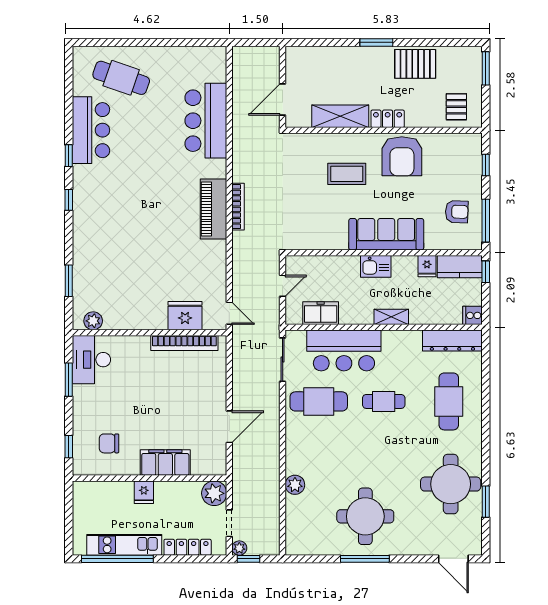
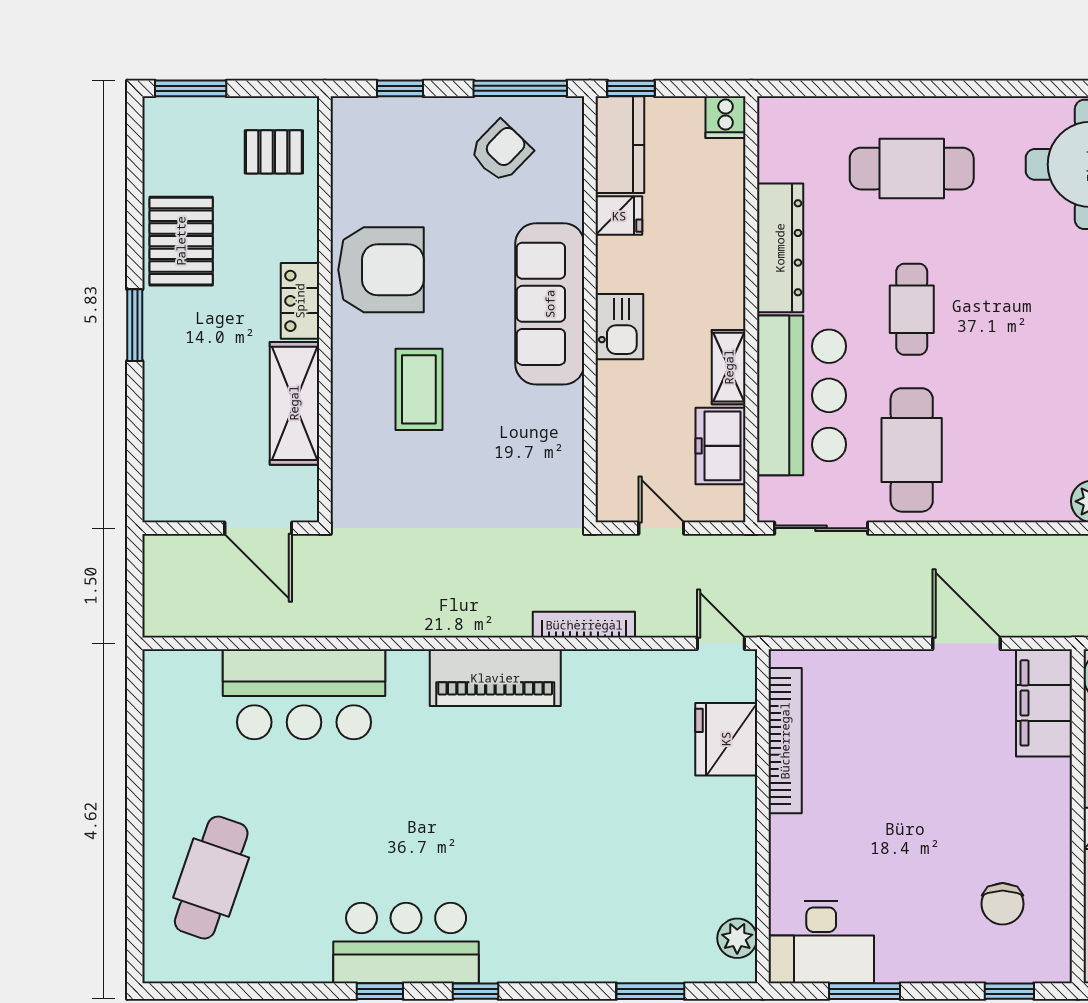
bar counter: (91, 130) -> (406, 943), moved
bookcase: (238, 207) -> (584, 625), moved
armchair: (457, 212) -> (501, 151), turned 42
door: (229, 313) -> (721, 643), hinge flipped
shelving: (391, 317) -> (729, 367), moved
dresser: (452, 341) -> (780, 248), moved
filing cabinet: (165, 463) -> (1044, 703), moved

